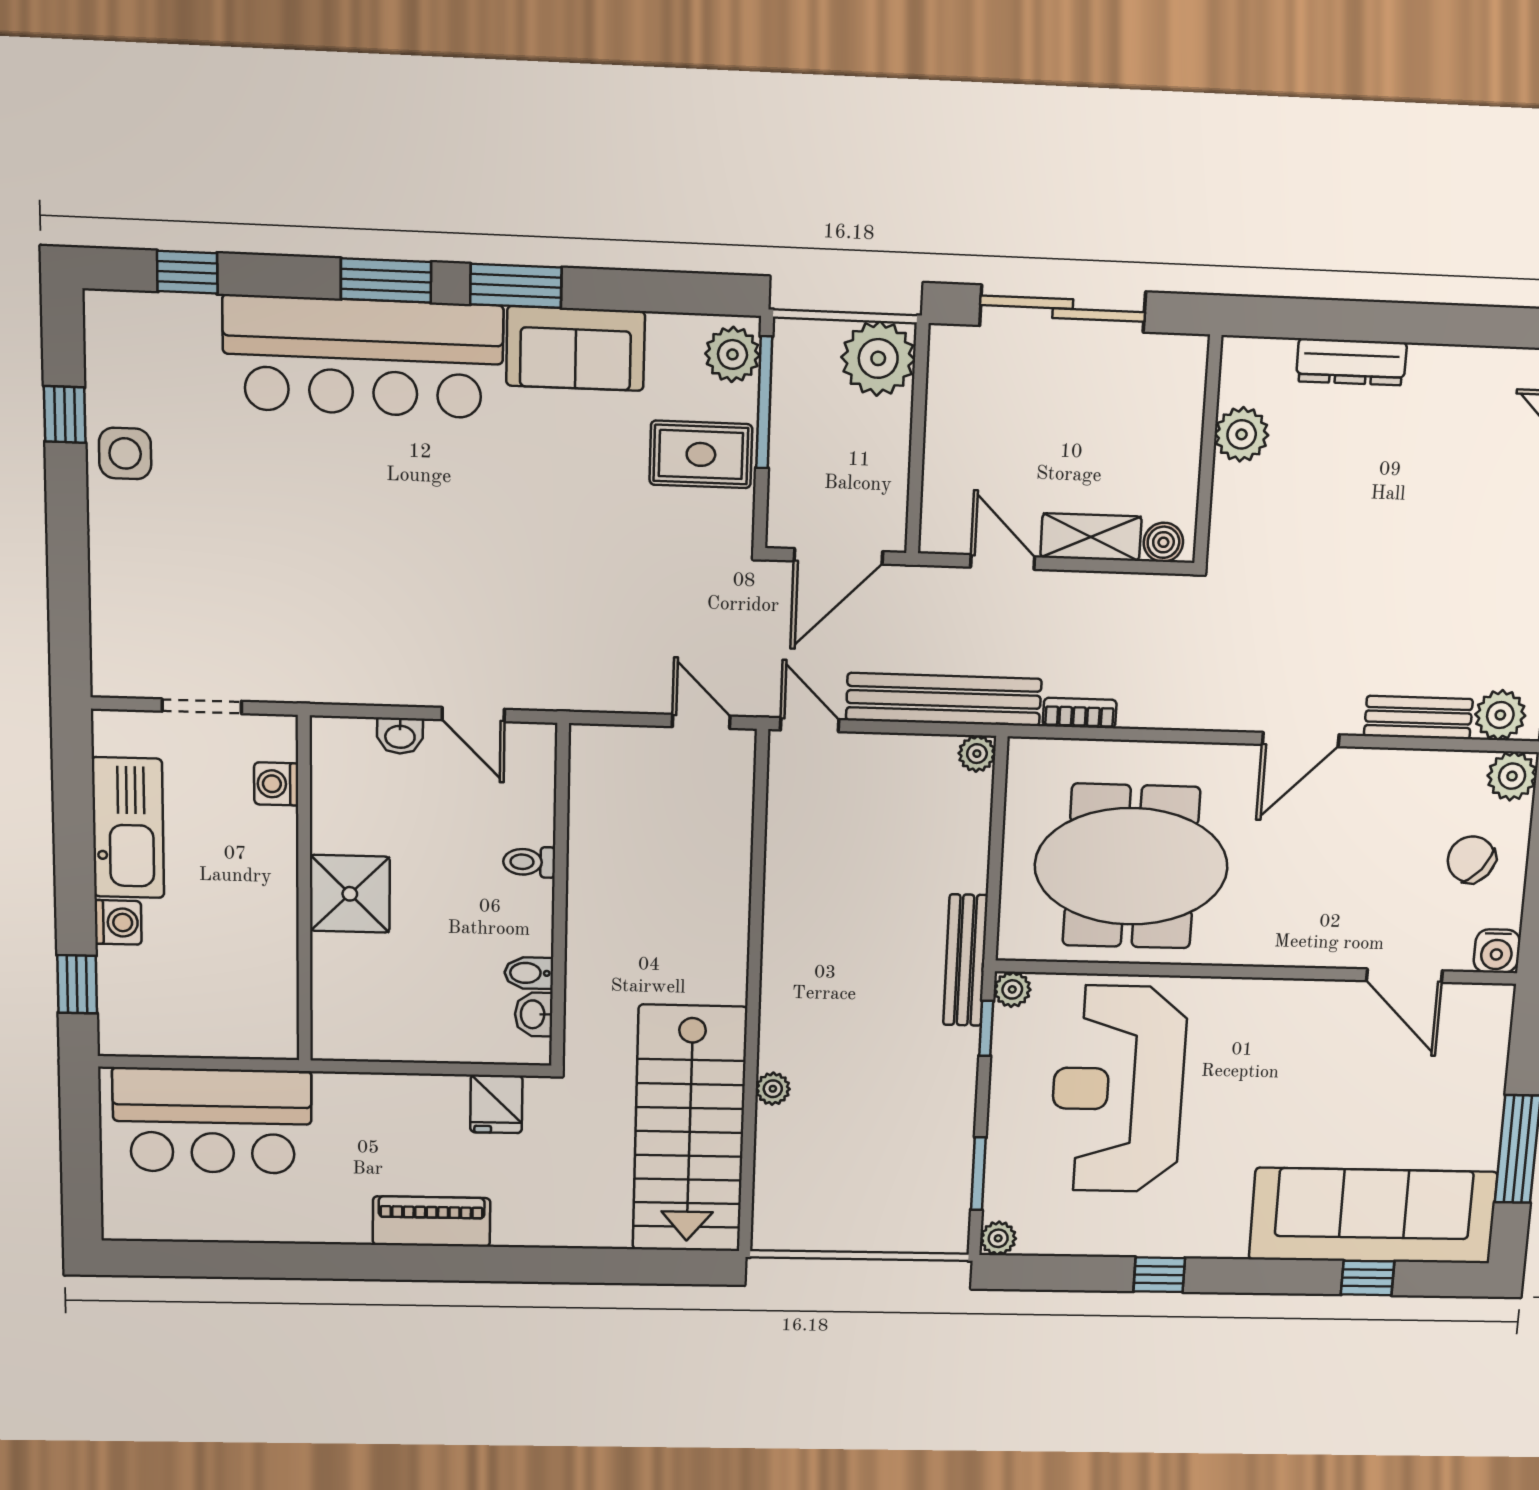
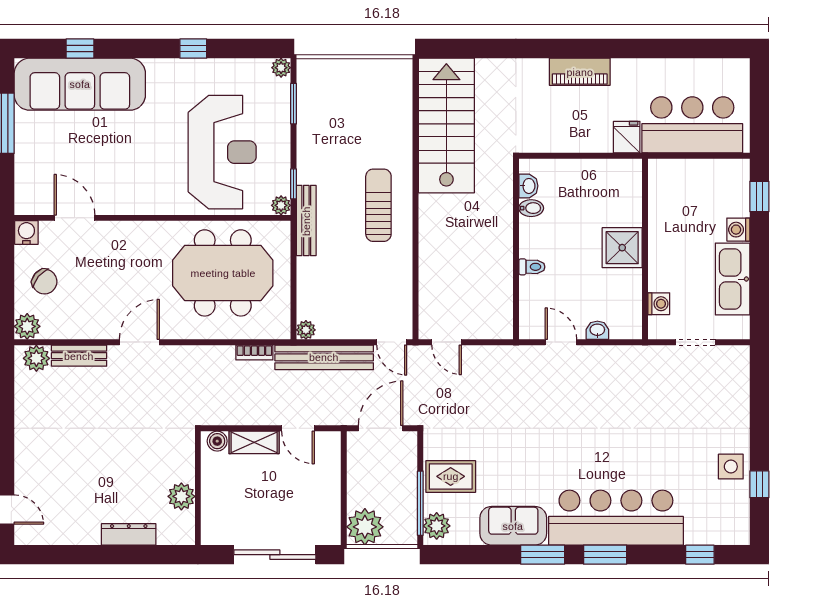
sun lounger: (825, 985) -> (378, 205), added
plant: (773, 1089) -> (404, 148), removed
fridge: (496, 1104) -> (627, 137), moved

